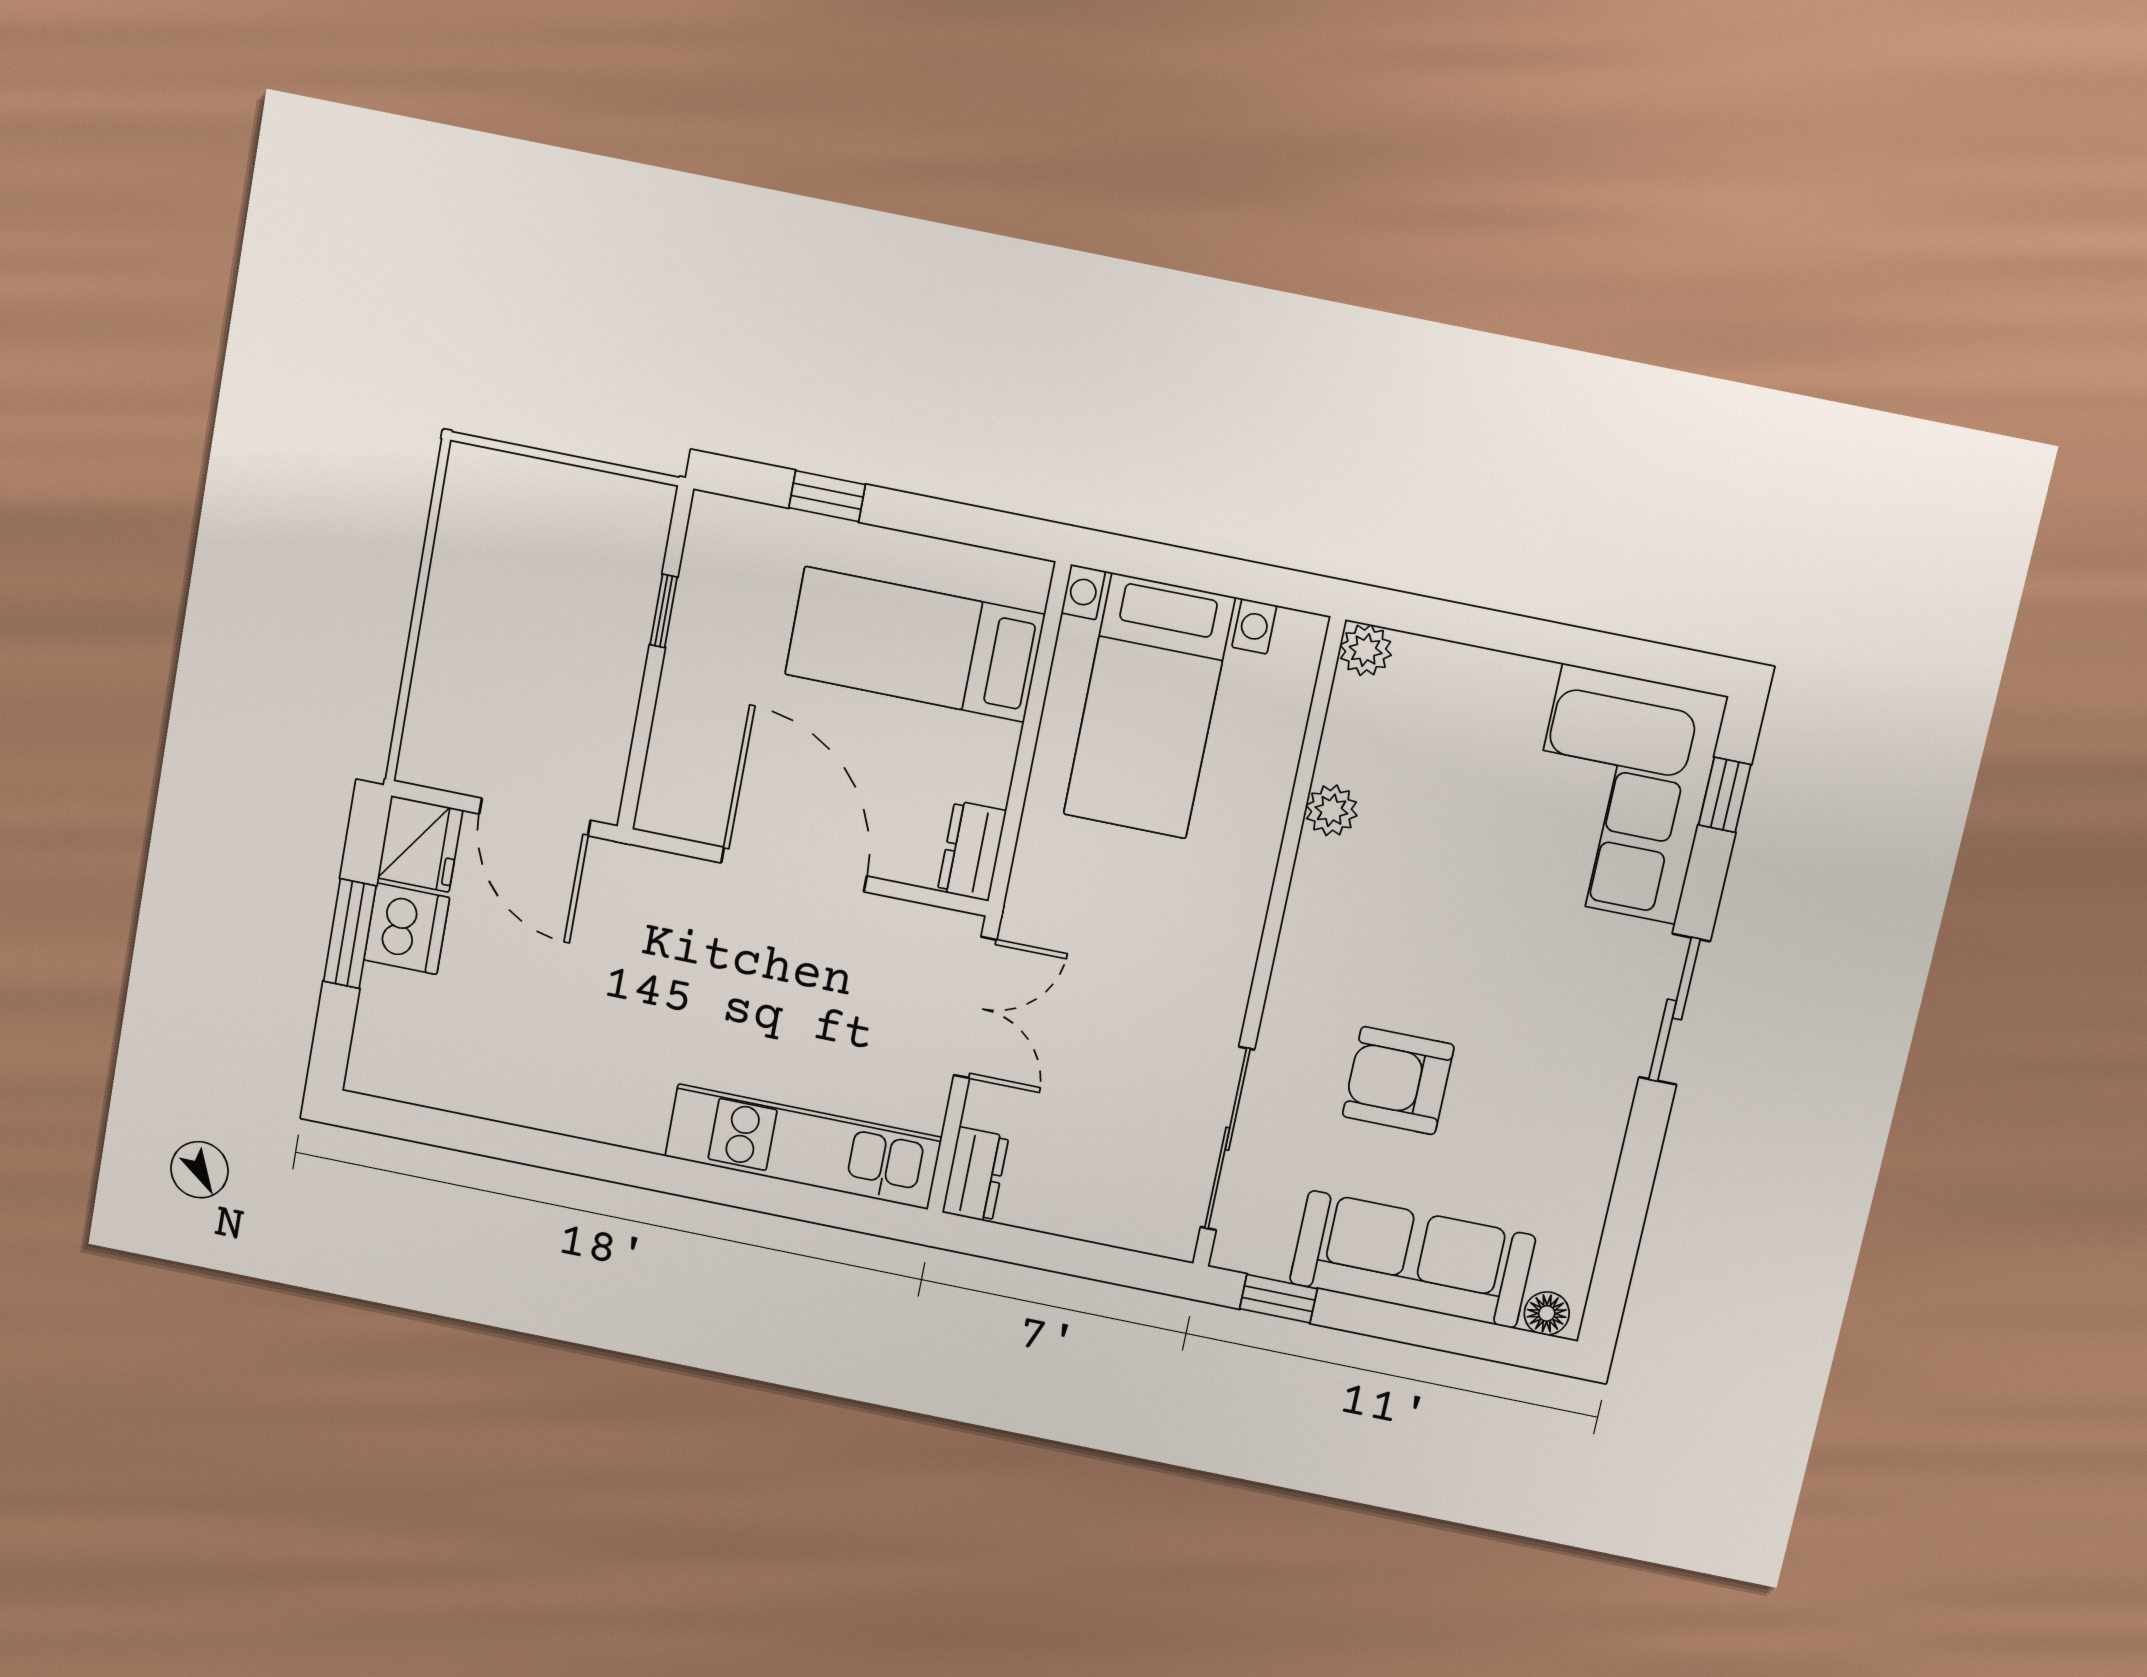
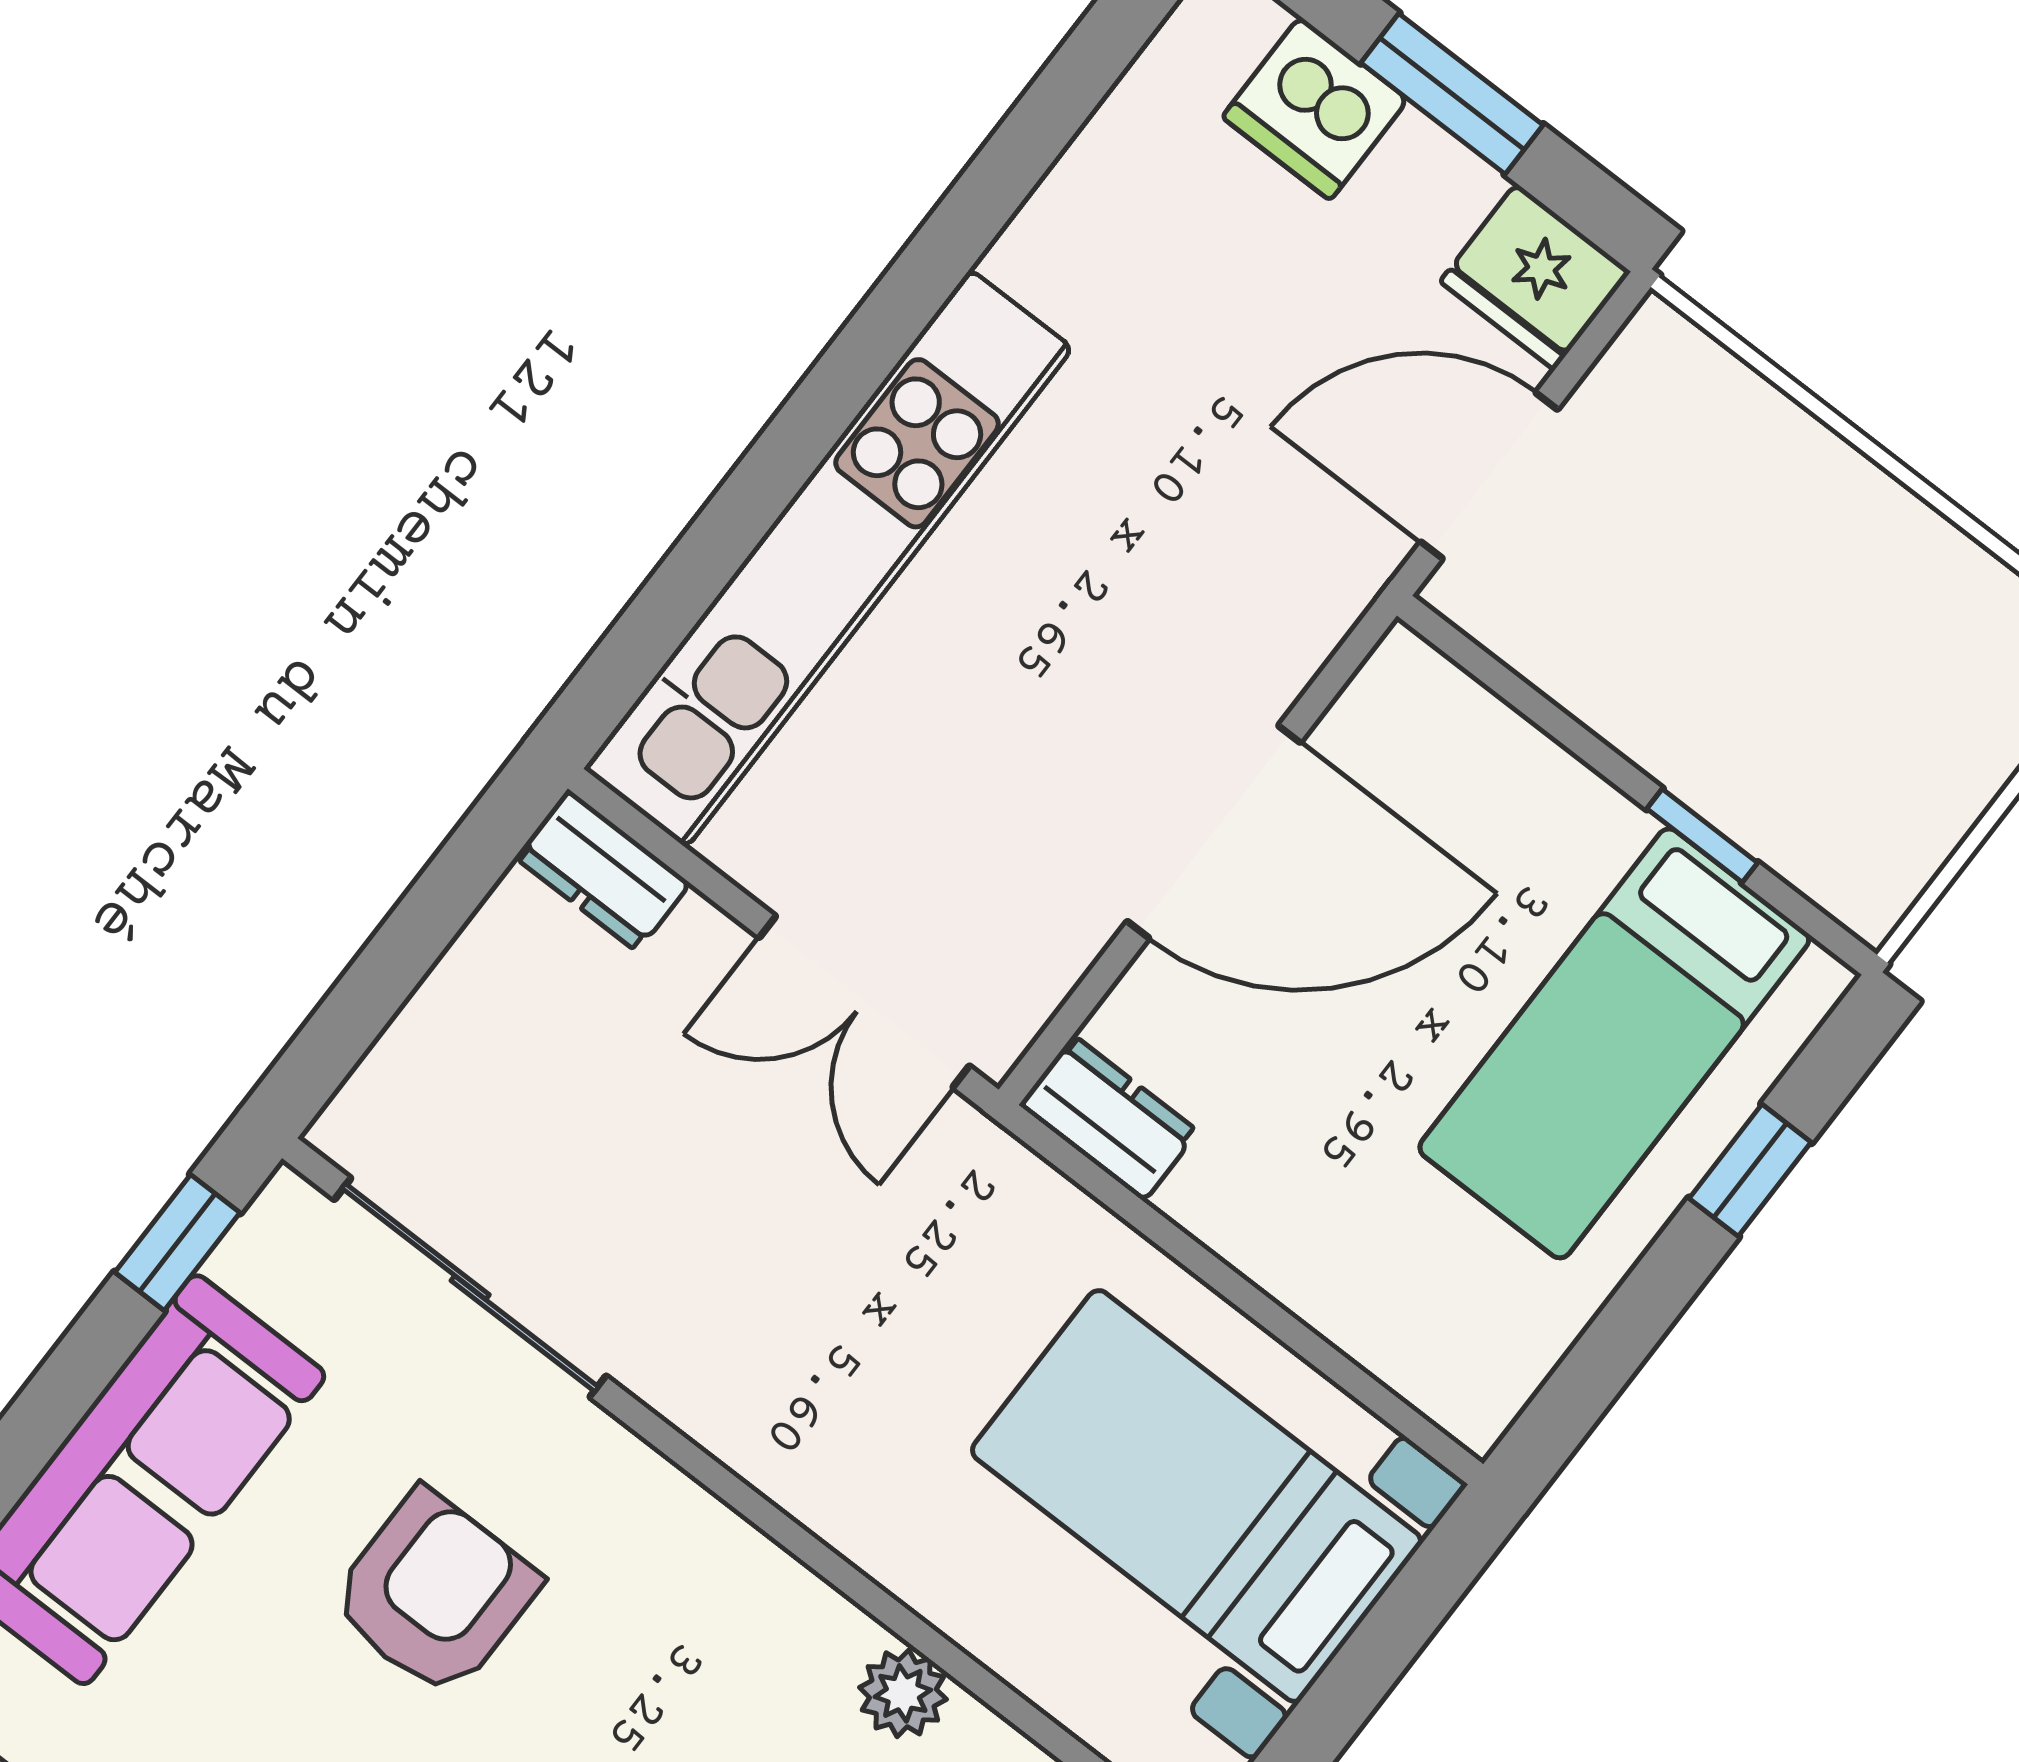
bed: (915, 644) -> (1614, 1043), moved, turned 180
dishwasher: (407, 929) -> (1315, 108), moved
kitchen unit: (803, 1147) -> (828, 558), width x1.36

